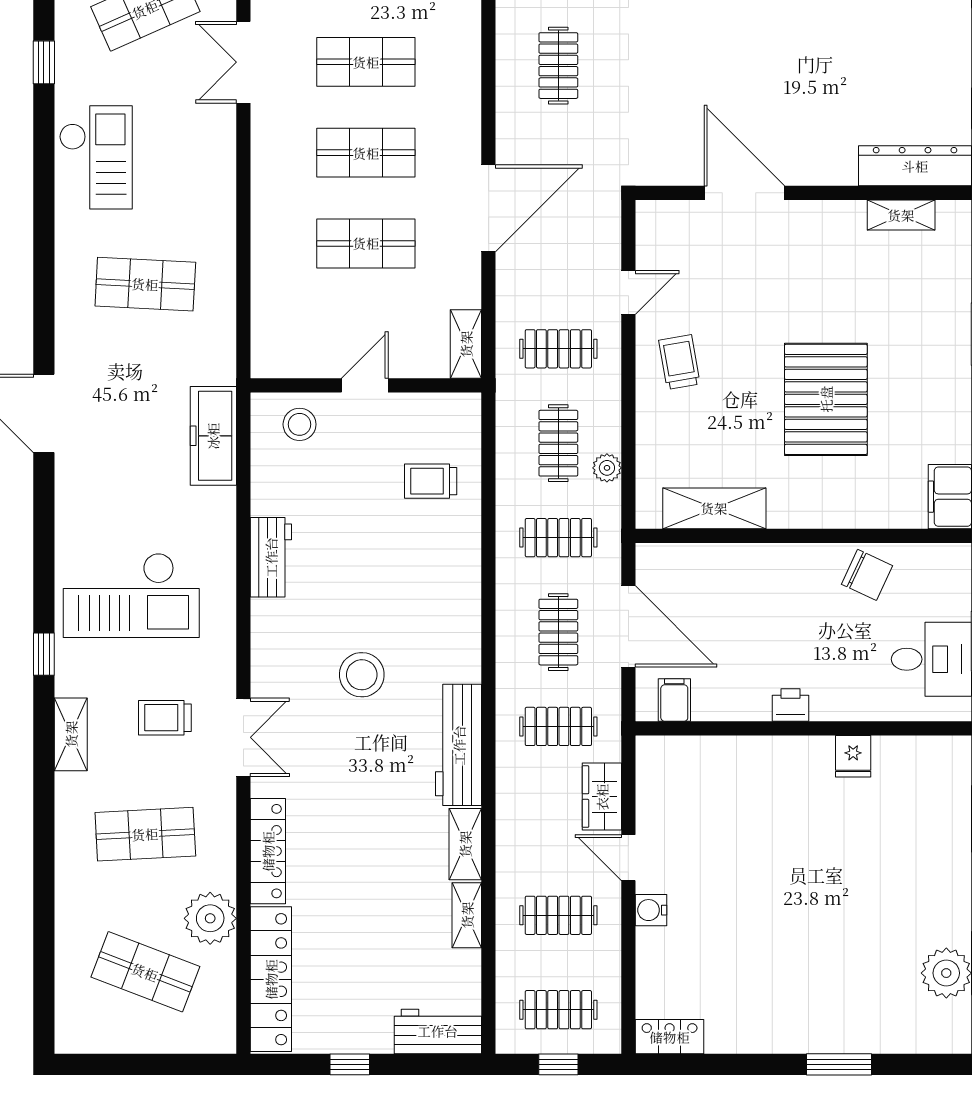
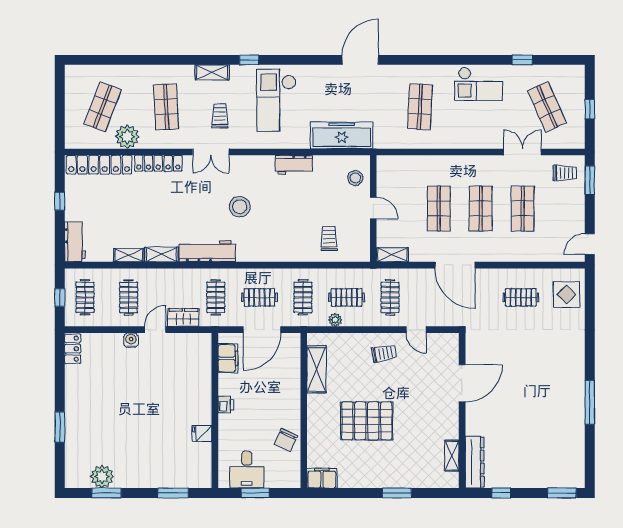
freezer: (213, 436) -> (342, 135), width x1.36, depth x1.26
filing cabinet: (674, 700) -> (228, 358), width x2.00

